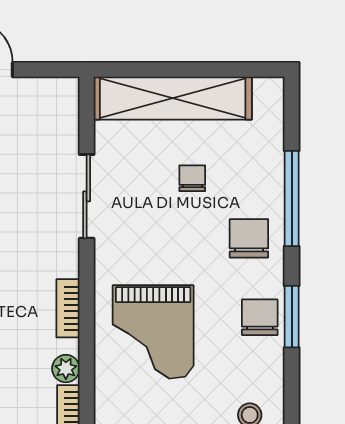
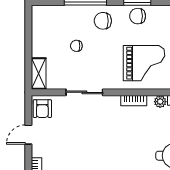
shelving: (173, 98) -> (39, 74), width x0.45, depth x0.75
armchair: (50, 101) -> (42, 109), added

